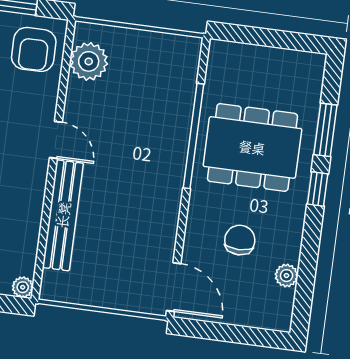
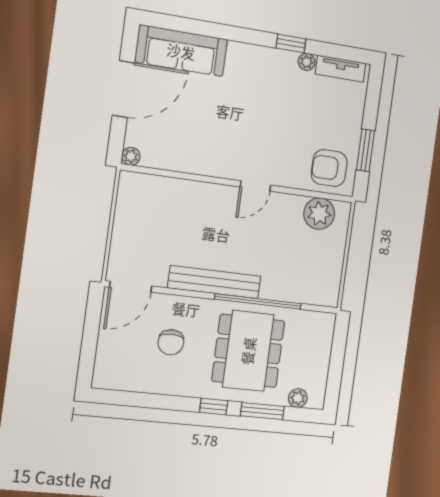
bench: (63, 215) -> (214, 282), moved
chair: (240, 240) -> (171, 342), turned 90
plant: (286, 276) -> (298, 398), moved

